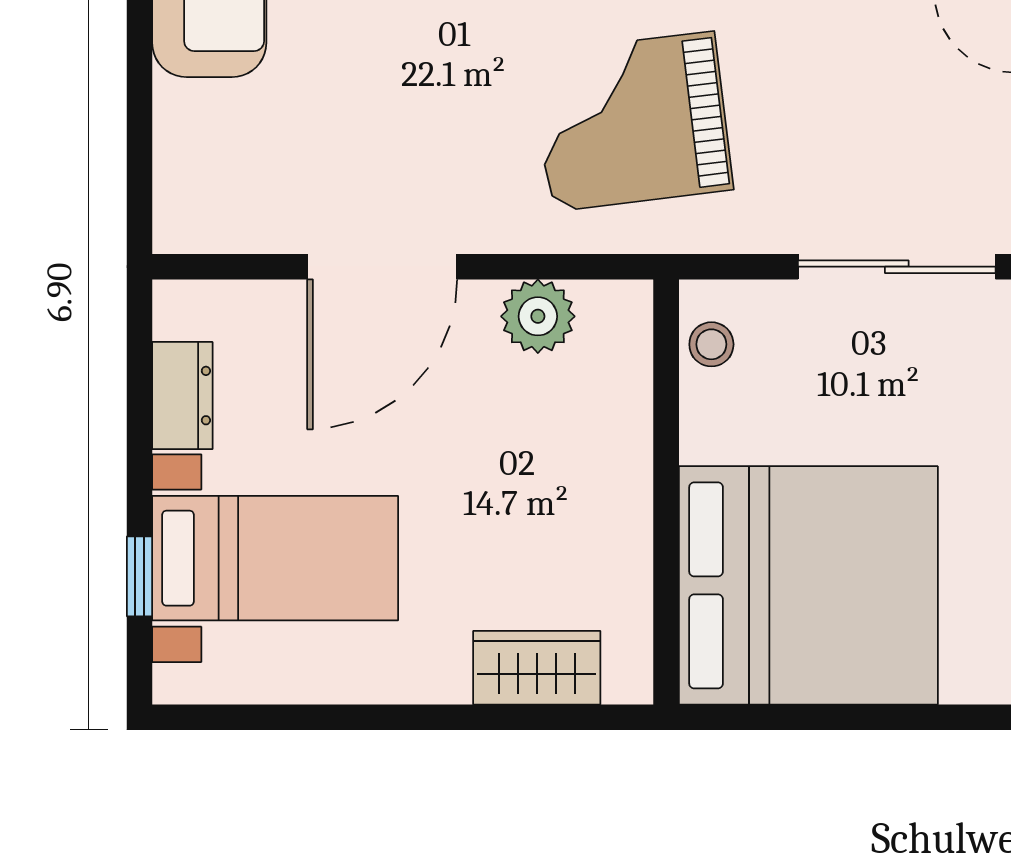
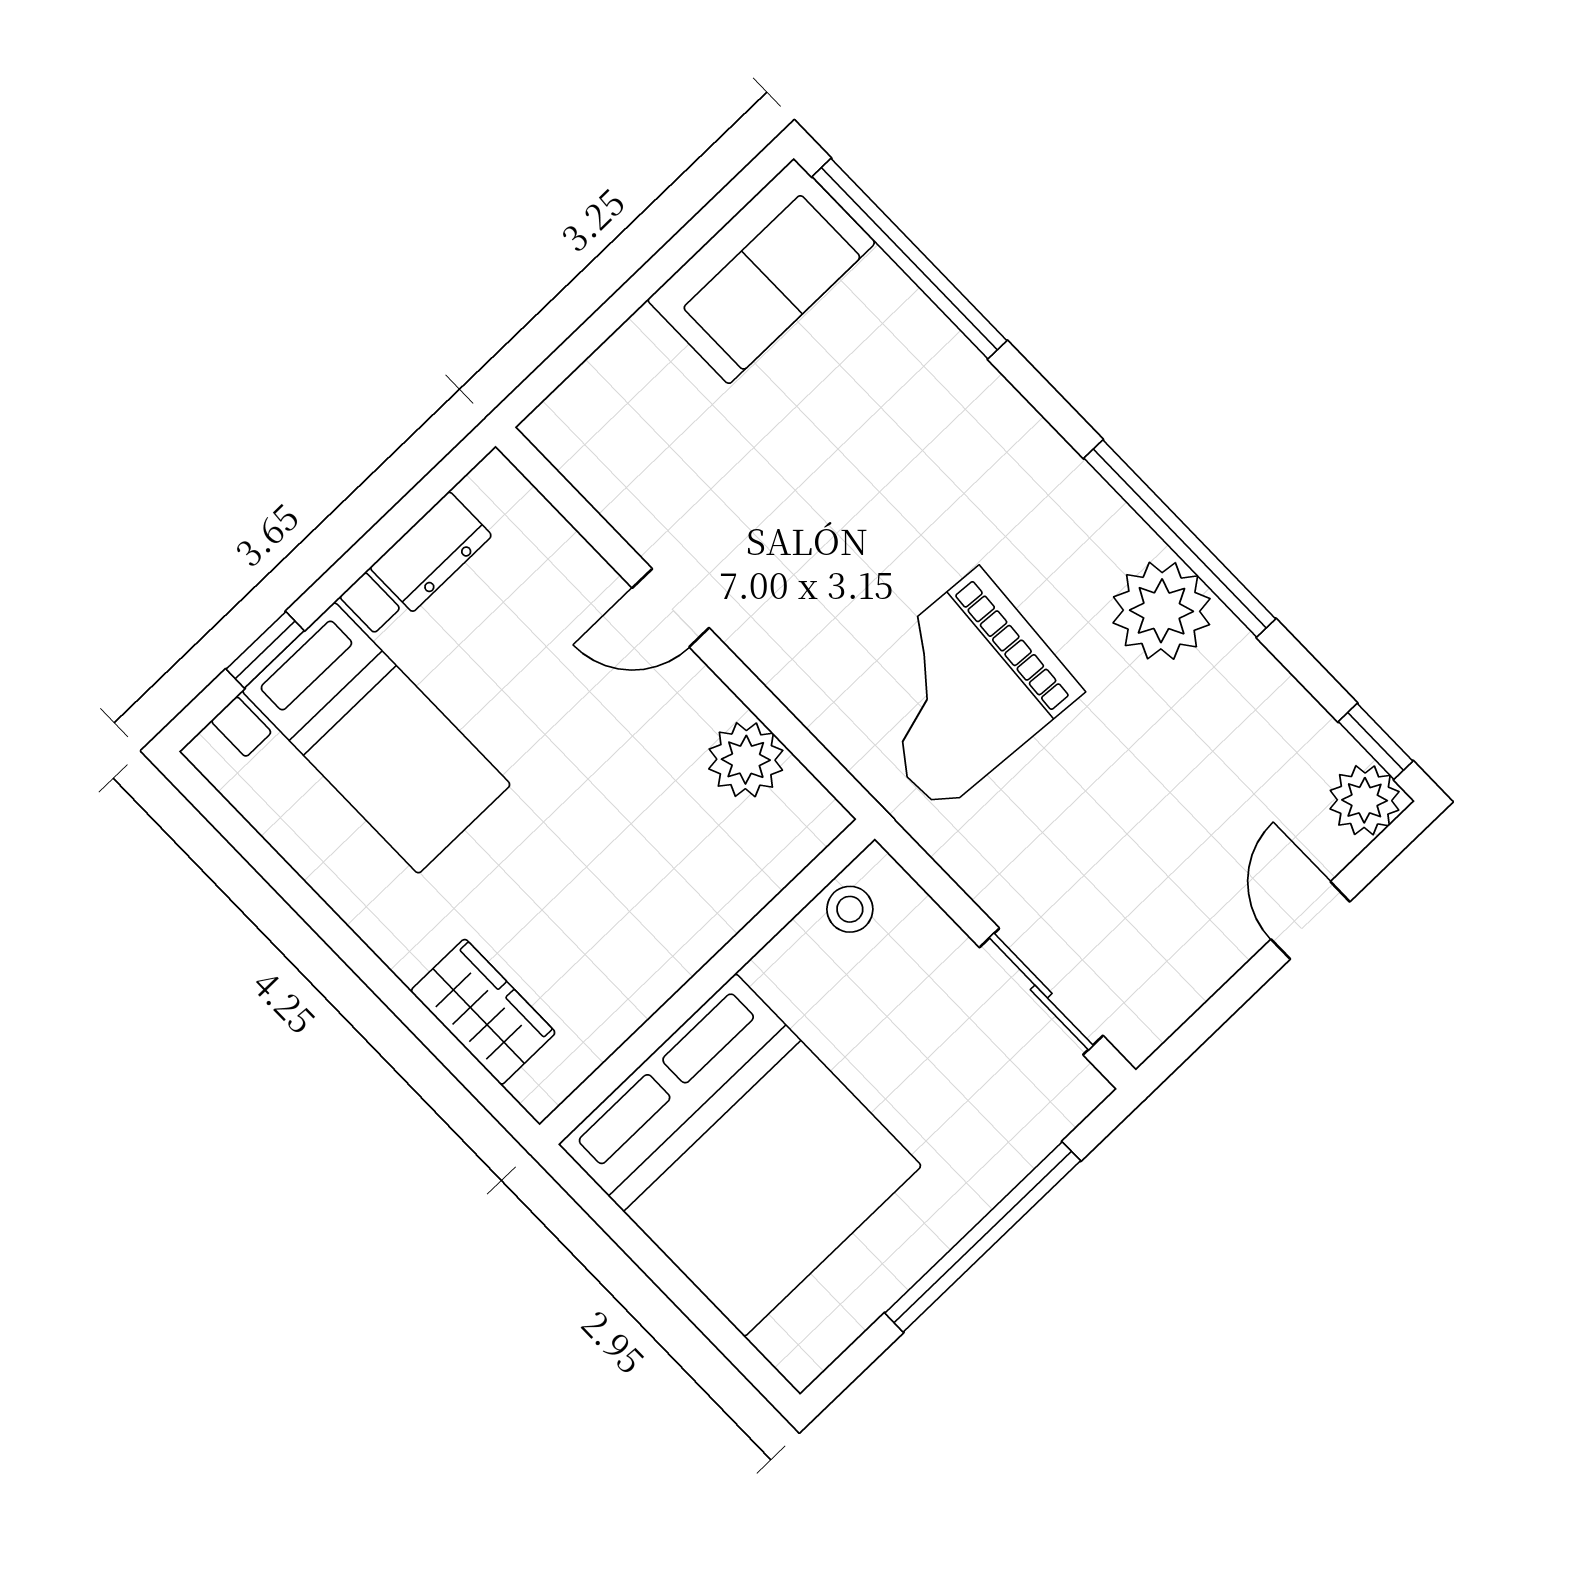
grand piano: (632, 121) -> (959, 690), turned -79
door: (382, 267) -> (671, 608), width x0.53
sliding door: (897, 267) -> (1041, 992), width x0.73

